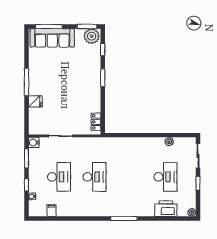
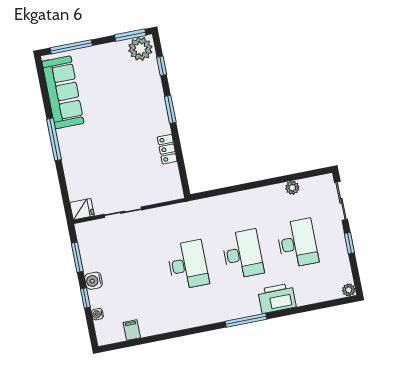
sofa: (52, 38) -> (63, 92), moved, turned -90
fridge: (35, 101) -> (82, 209), moved
locker: (96, 122) -> (167, 149), moved
water cooler: (34, 142) -> (94, 281), moved
desk: (59, 177) -> (243, 254), moved
printer: (166, 209) -> (277, 298), moved

